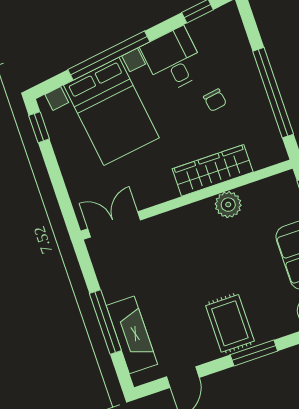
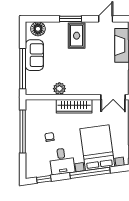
wardrobe: (213, 170) -> (74, 106), moved

